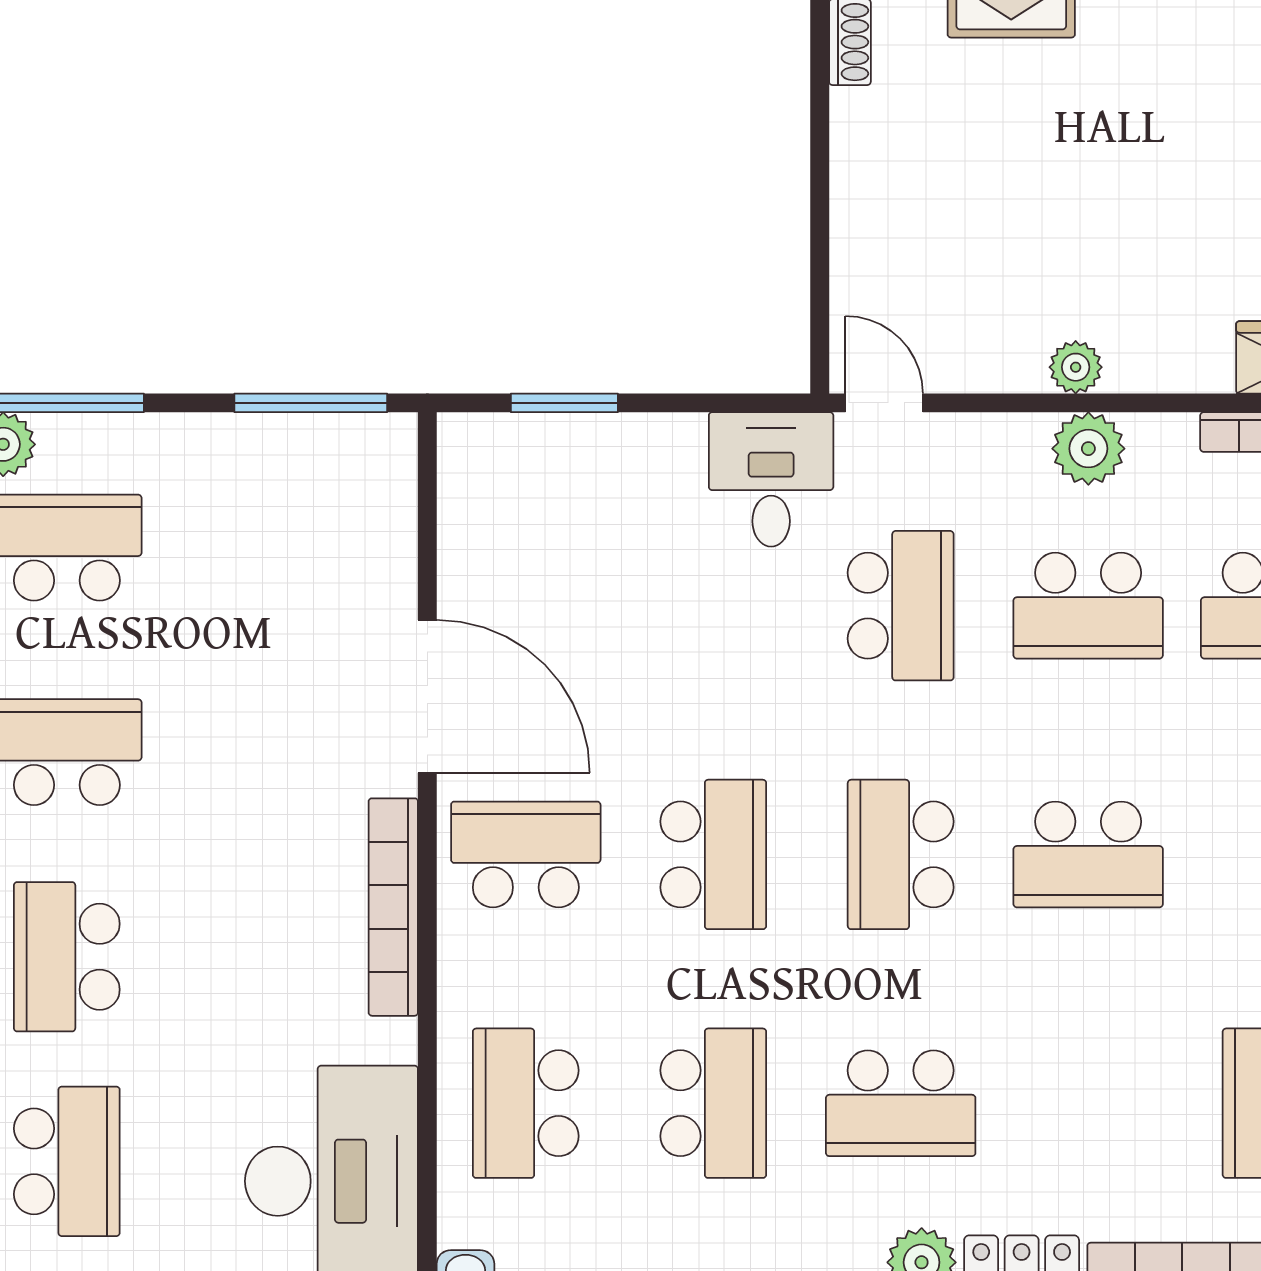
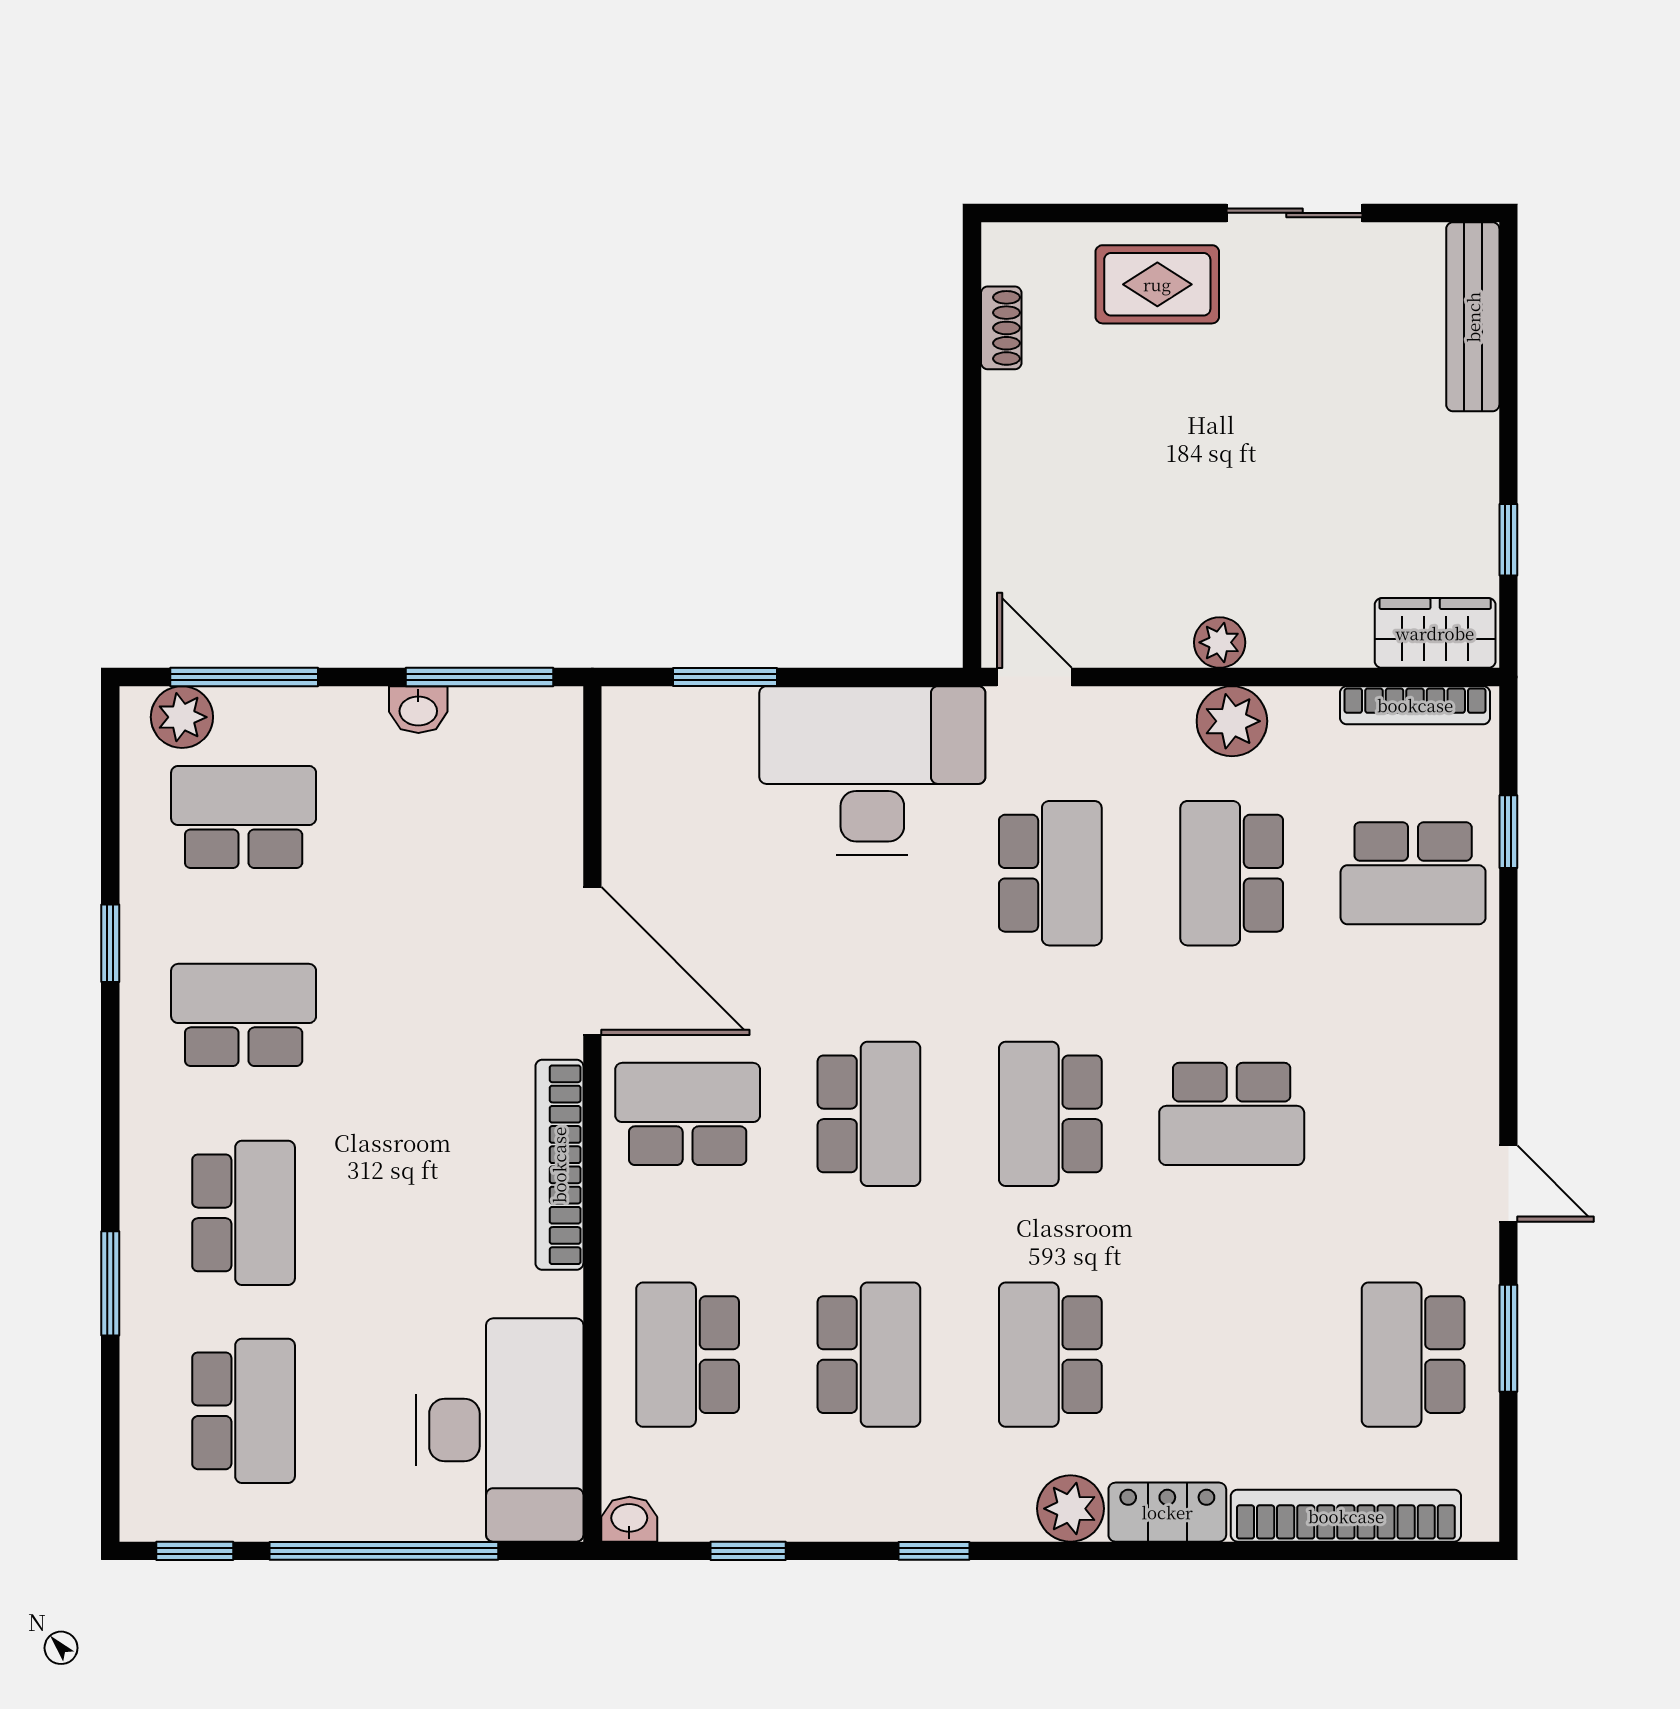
washbasin: (247, 437) -> (418, 710), added
desk: (771, 479) -> (872, 771), width x1.87, depth x1.30
school desk: (1088, 606) -> (1232, 873), turned 90
school desk: (67, 957) -> (244, 1213), turned 180
school desk: (901, 1103) -> (1050, 1355), turned 90

